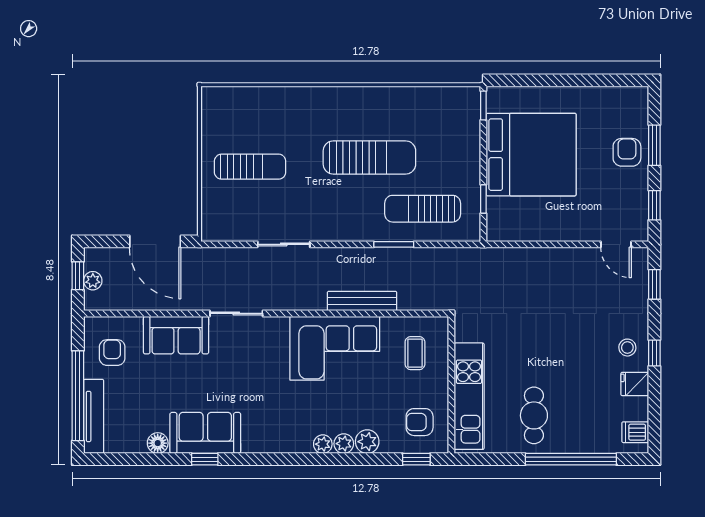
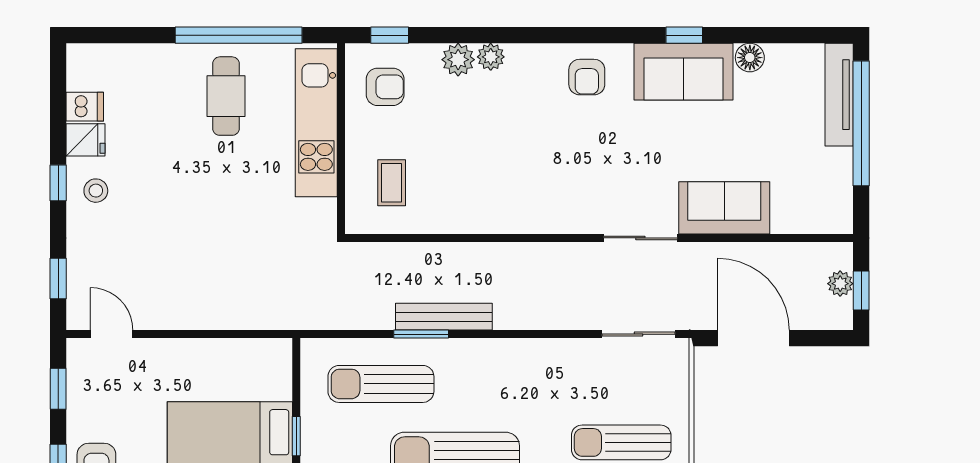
window: (483, 199) -> (296, 436), moved
sun lounger: (423, 209) -> (381, 384), turned 180
sliding door: (284, 244) -> (638, 334), moved
bench: (362, 301) -> (444, 317), moved
corner sofa: (335, 348) -> (503, 190), removed
armchair: (112, 353) -> (587, 77), moved
dishwasher: (635, 432) -> (85, 107), moved
plant: (323, 444) -> (520, 56), removed
window: (571, 459) -> (239, 35), moved

